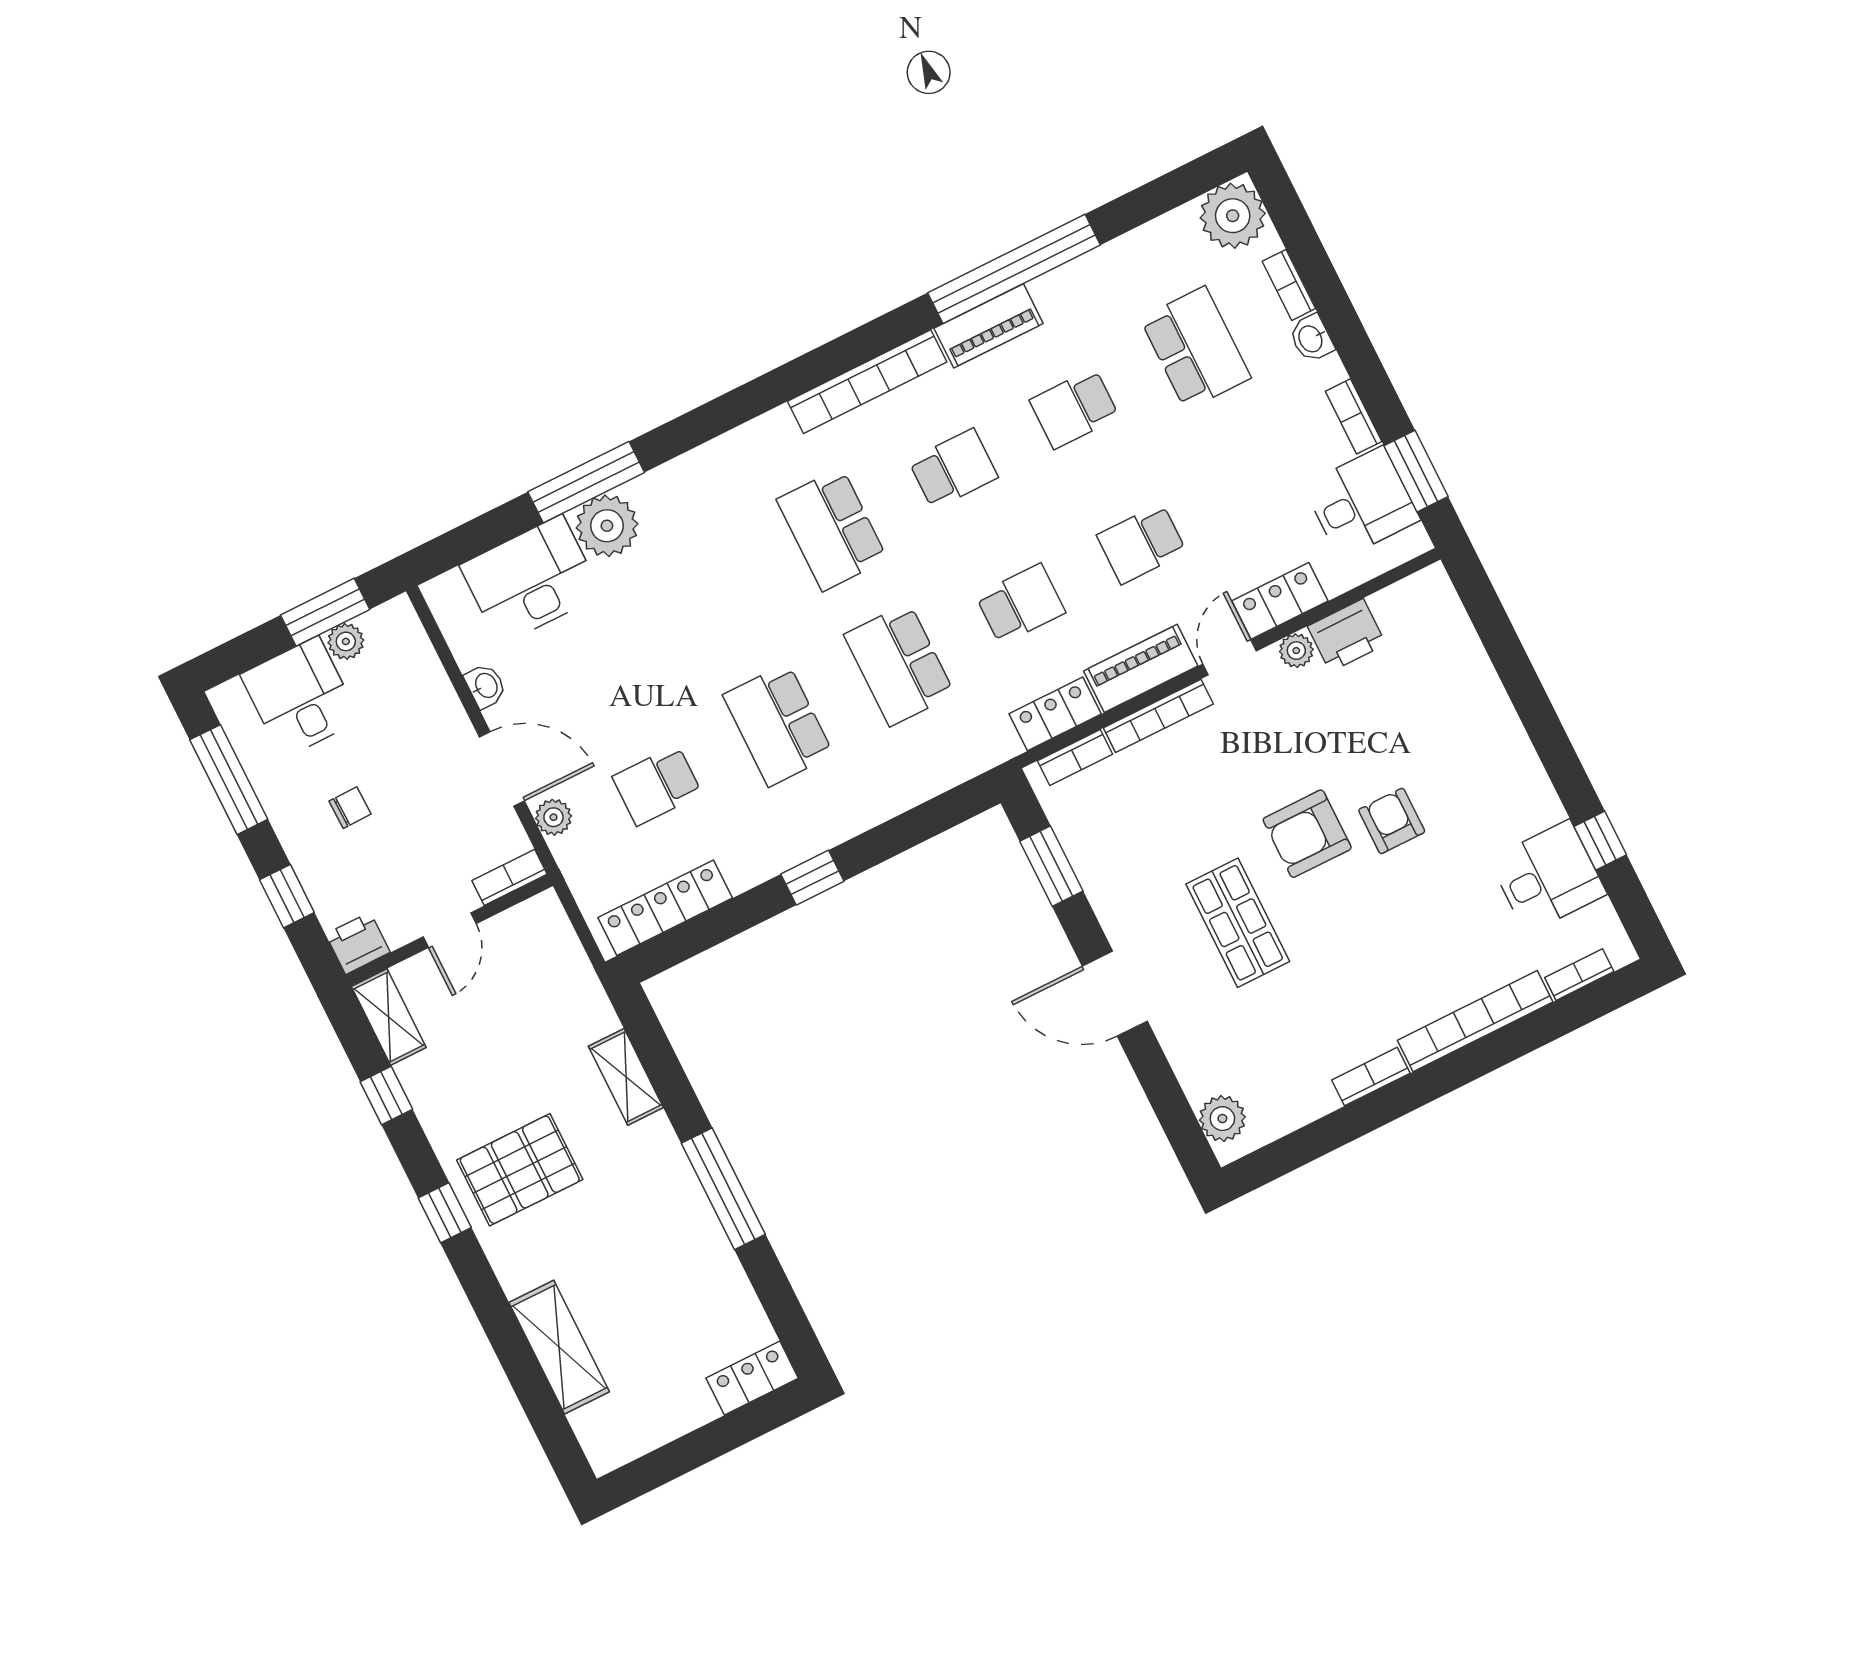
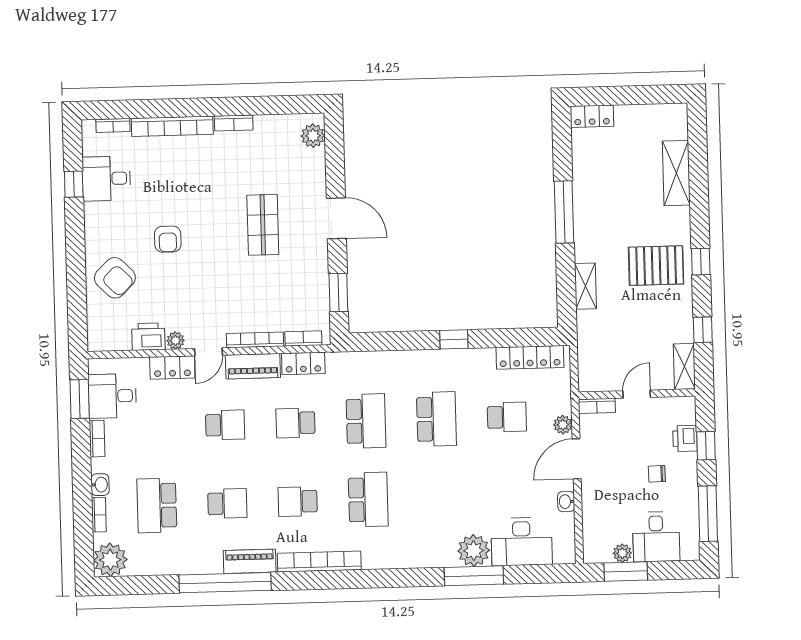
door: (502, 769) -> (577, 459), hinge flipped
armchair: (1307, 834) -> (115, 278), moved, turned 45
printer: (358, 943) -> (685, 438), moved, turned 90

